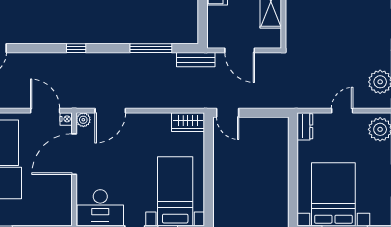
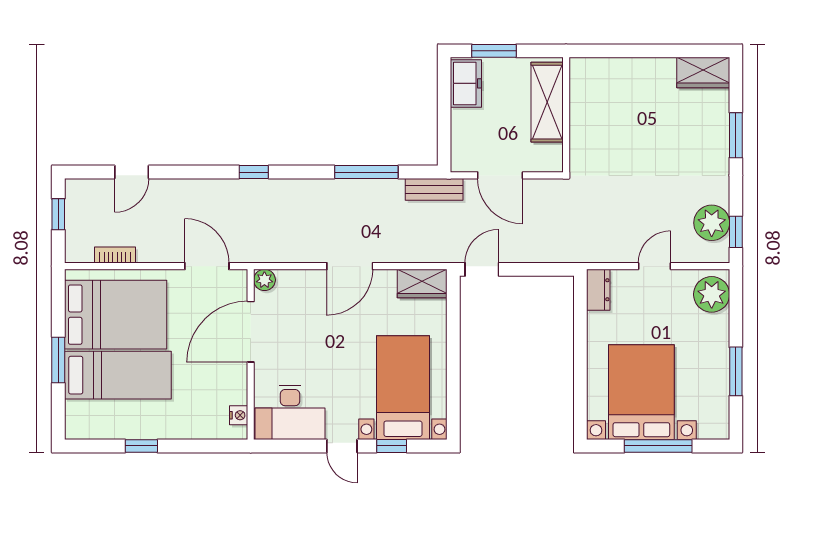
door: (110, 111) -> (350, 266), moved
door: (228, 113) -> (482, 269), swing flipped
nightstand: (66, 119) -> (239, 415), moved

